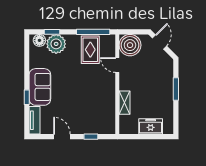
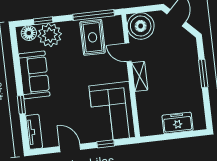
sofa: (40, 87) -> (34, 75), moved
shelving: (124, 103) -> (140, 76), moved
corner sofa: (99, 111) -> (112, 112), added

